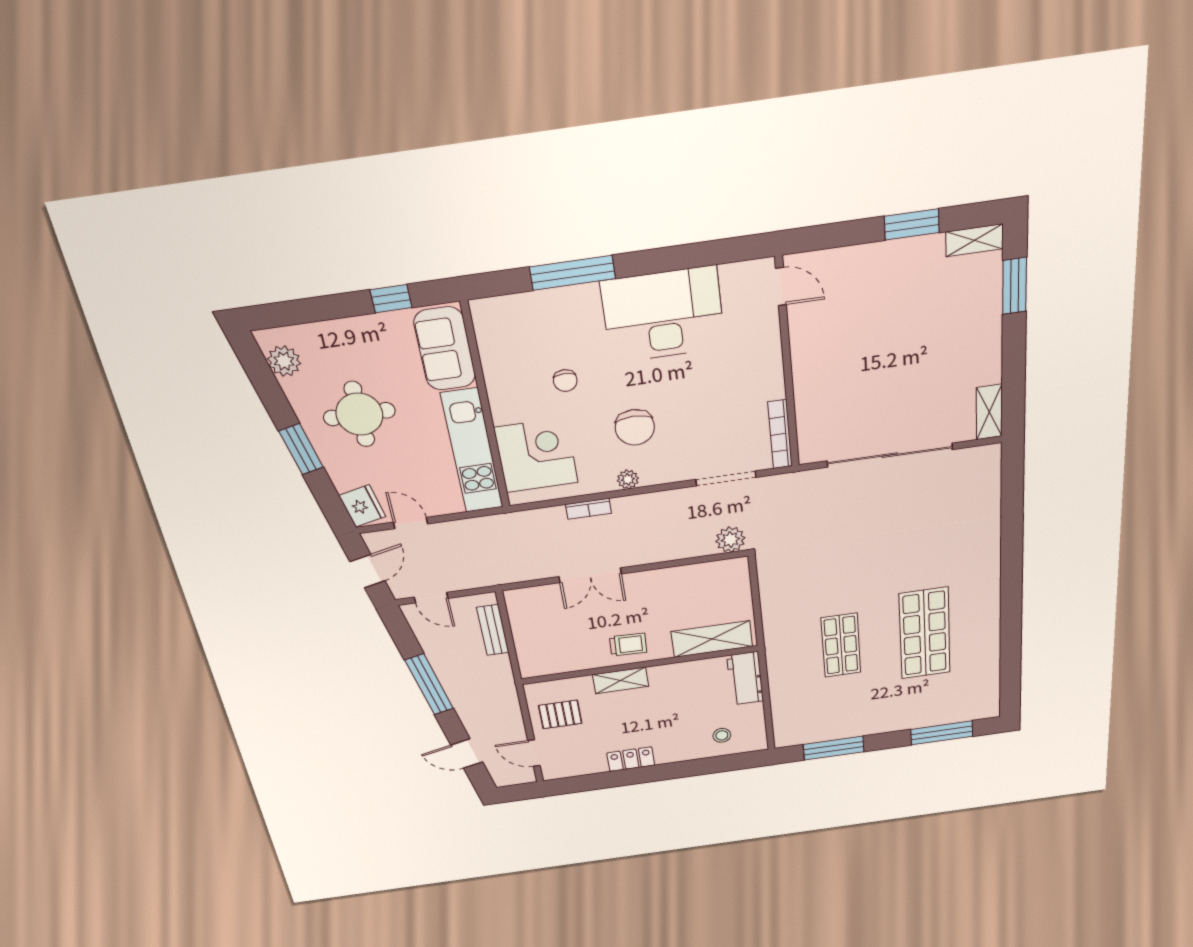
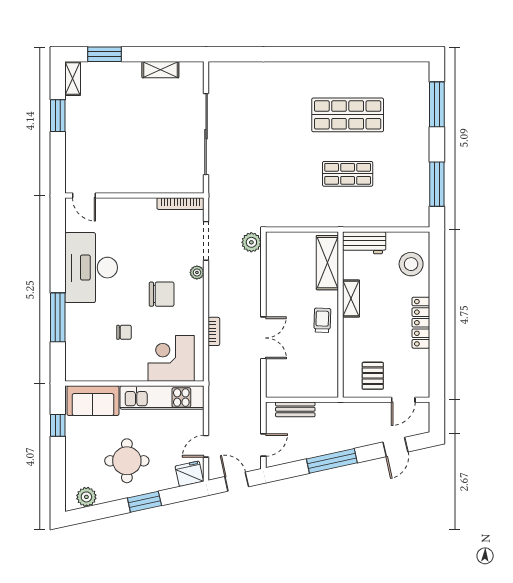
door: (781, 286) -> (84, 195), swing flipped
shelving: (989, 412) -> (160, 70), moved
plant: (628, 479) -> (197, 272), moved
shelving: (621, 680) -> (351, 299), moved
stool: (722, 735) -> (411, 264), width x1.89, depth x1.89
locker: (631, 759) -> (421, 323), width x1.53

